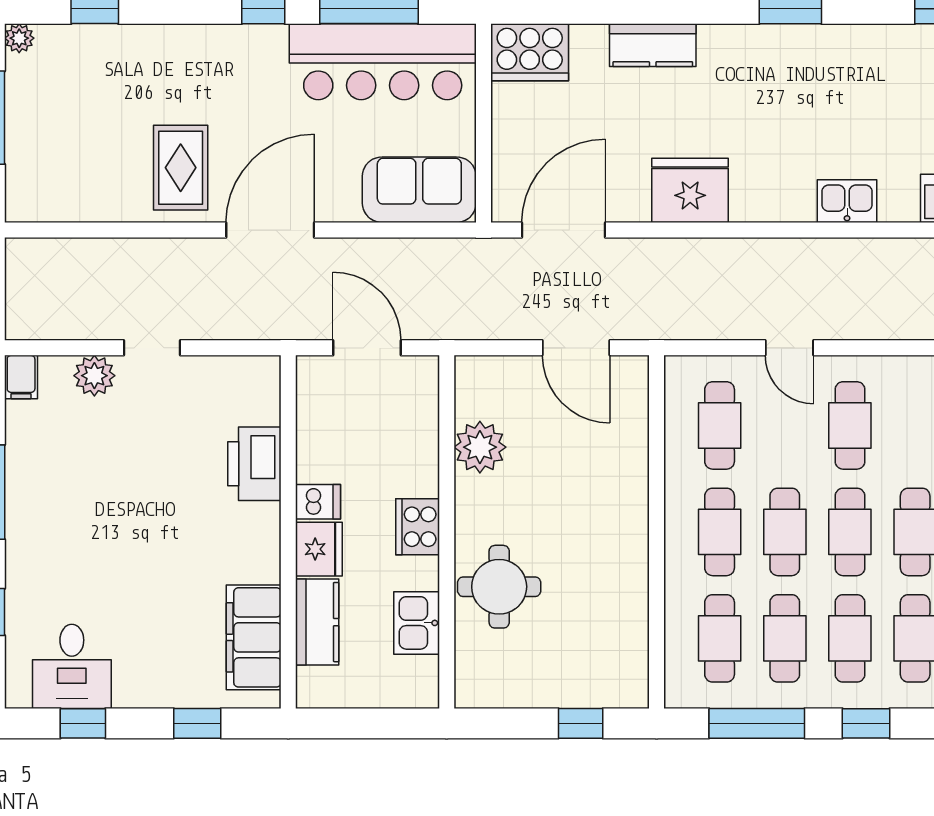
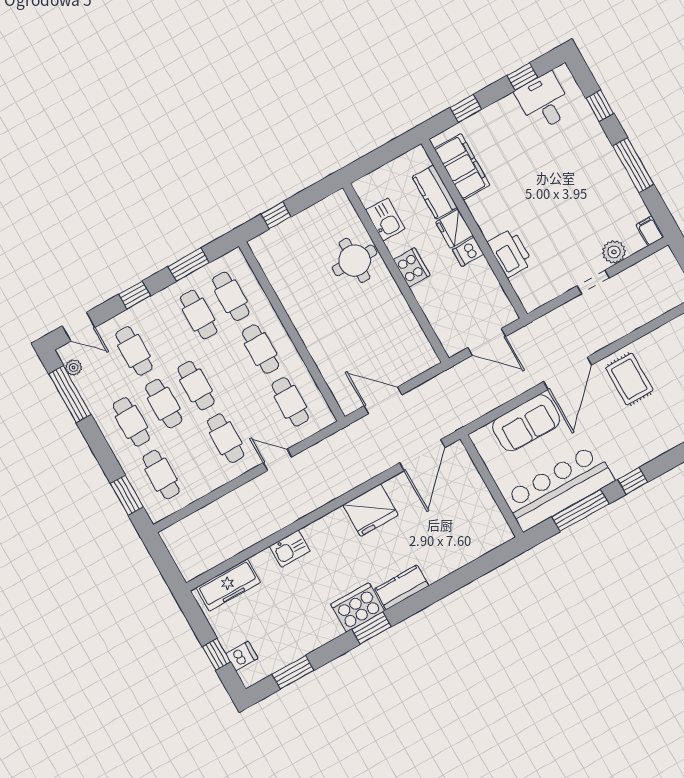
kitchen counter: (653, 45) -> (402, 587), moved
cooker: (530, 52) -> (358, 607), moved
sofa: (419, 190) -> (526, 423), moved
plant: (480, 447) -> (403, 324), removed
cafe table: (785, 532) -> (228, 367), removed
cafe table: (850, 638) -> (166, 333), removed
window: (757, 723) -> (189, 265), width x0.69

